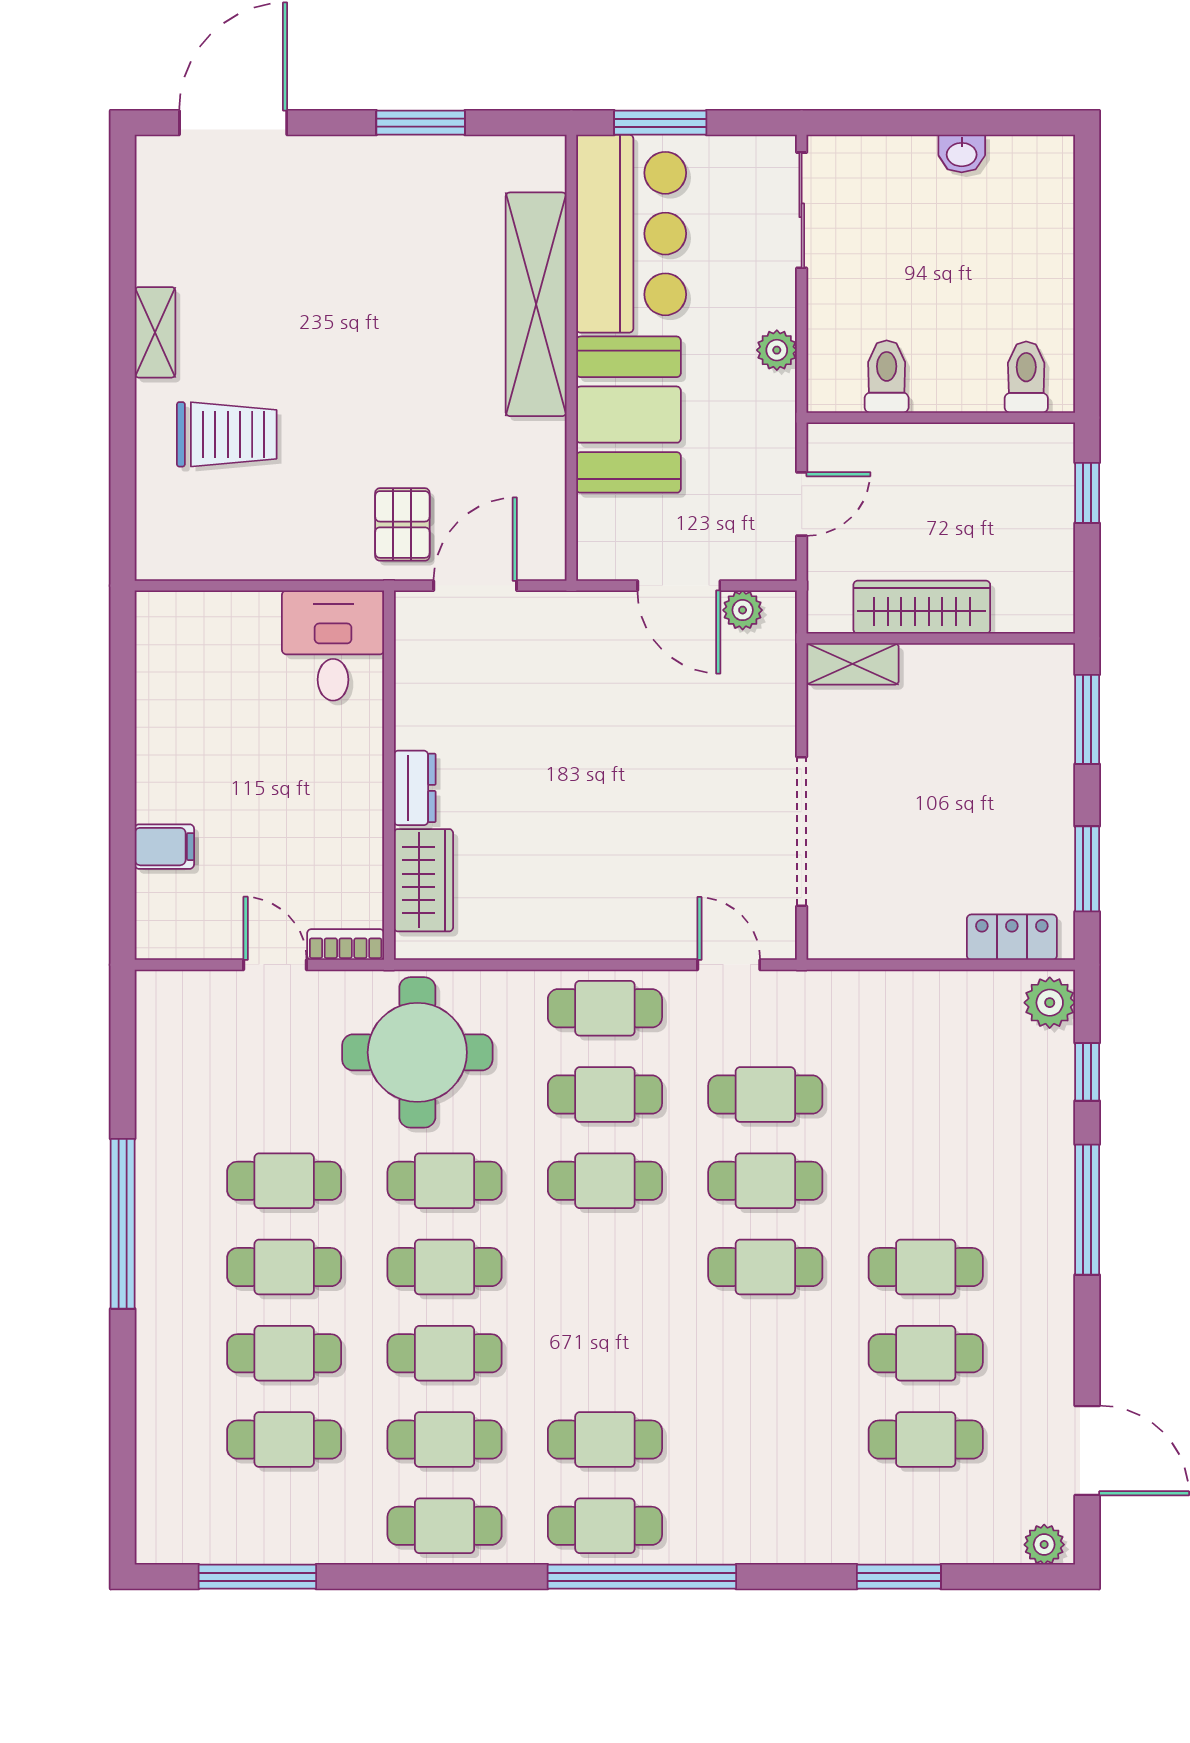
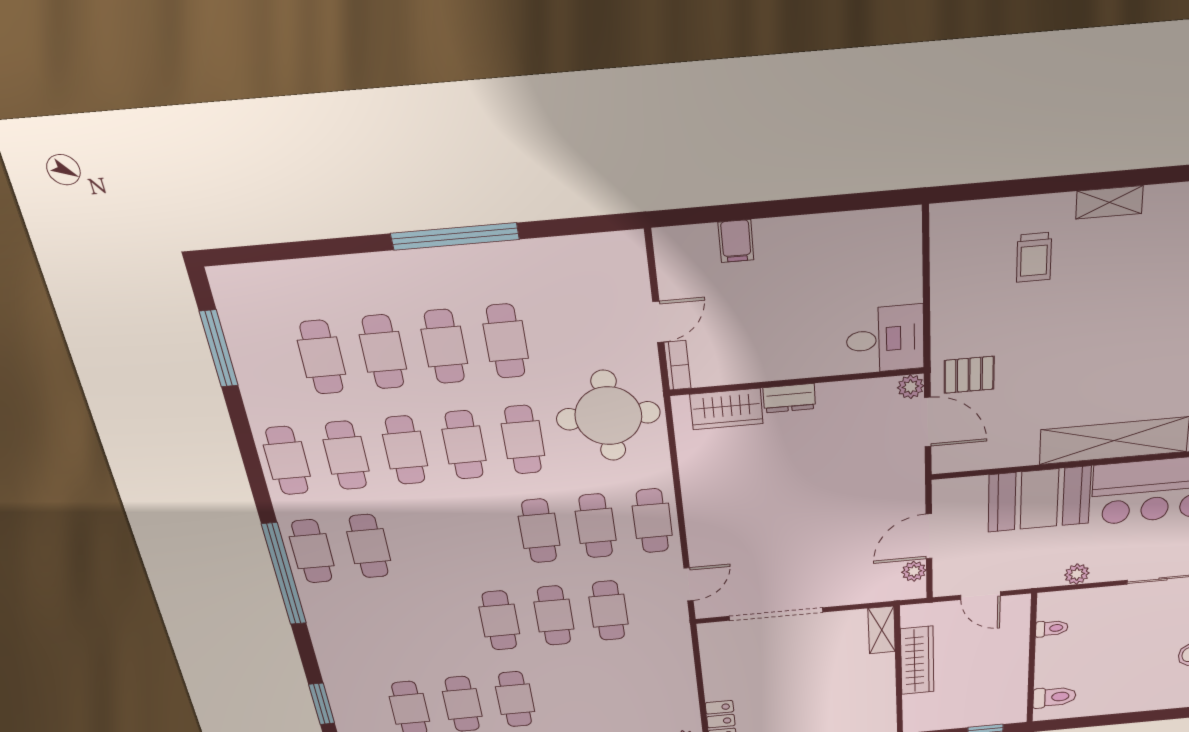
toilet: (887, 377) -> (1052, 628), width x0.73, depth x0.72
trolley: (227, 434) -> (1034, 257), width x0.73, depth x0.72
plant: (414, 610) -> (911, 387), added

